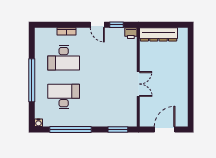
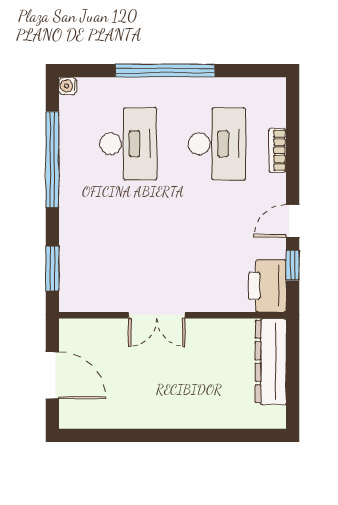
printer: (131, 33) -> (267, 286), width x1.87, depth x1.48
desk: (64, 58) -> (217, 144), turned 180

